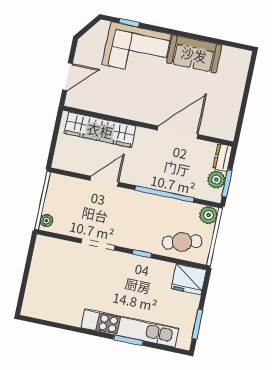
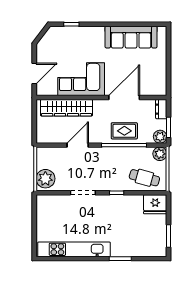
corner sofa: (137, 49) -> (81, 79), moved, turned 180
sofa: (194, 54) -> (131, 37), width x1.36
rug: (169, 176) -> (124, 131), added
plant: (216, 180) -> (160, 137), moved
plant: (46, 221) -> (45, 179), width x1.88, depth x1.88
cafe table: (182, 242) -> (144, 178), turned 31
kitchen unit: (130, 328) -> (74, 249), moved

